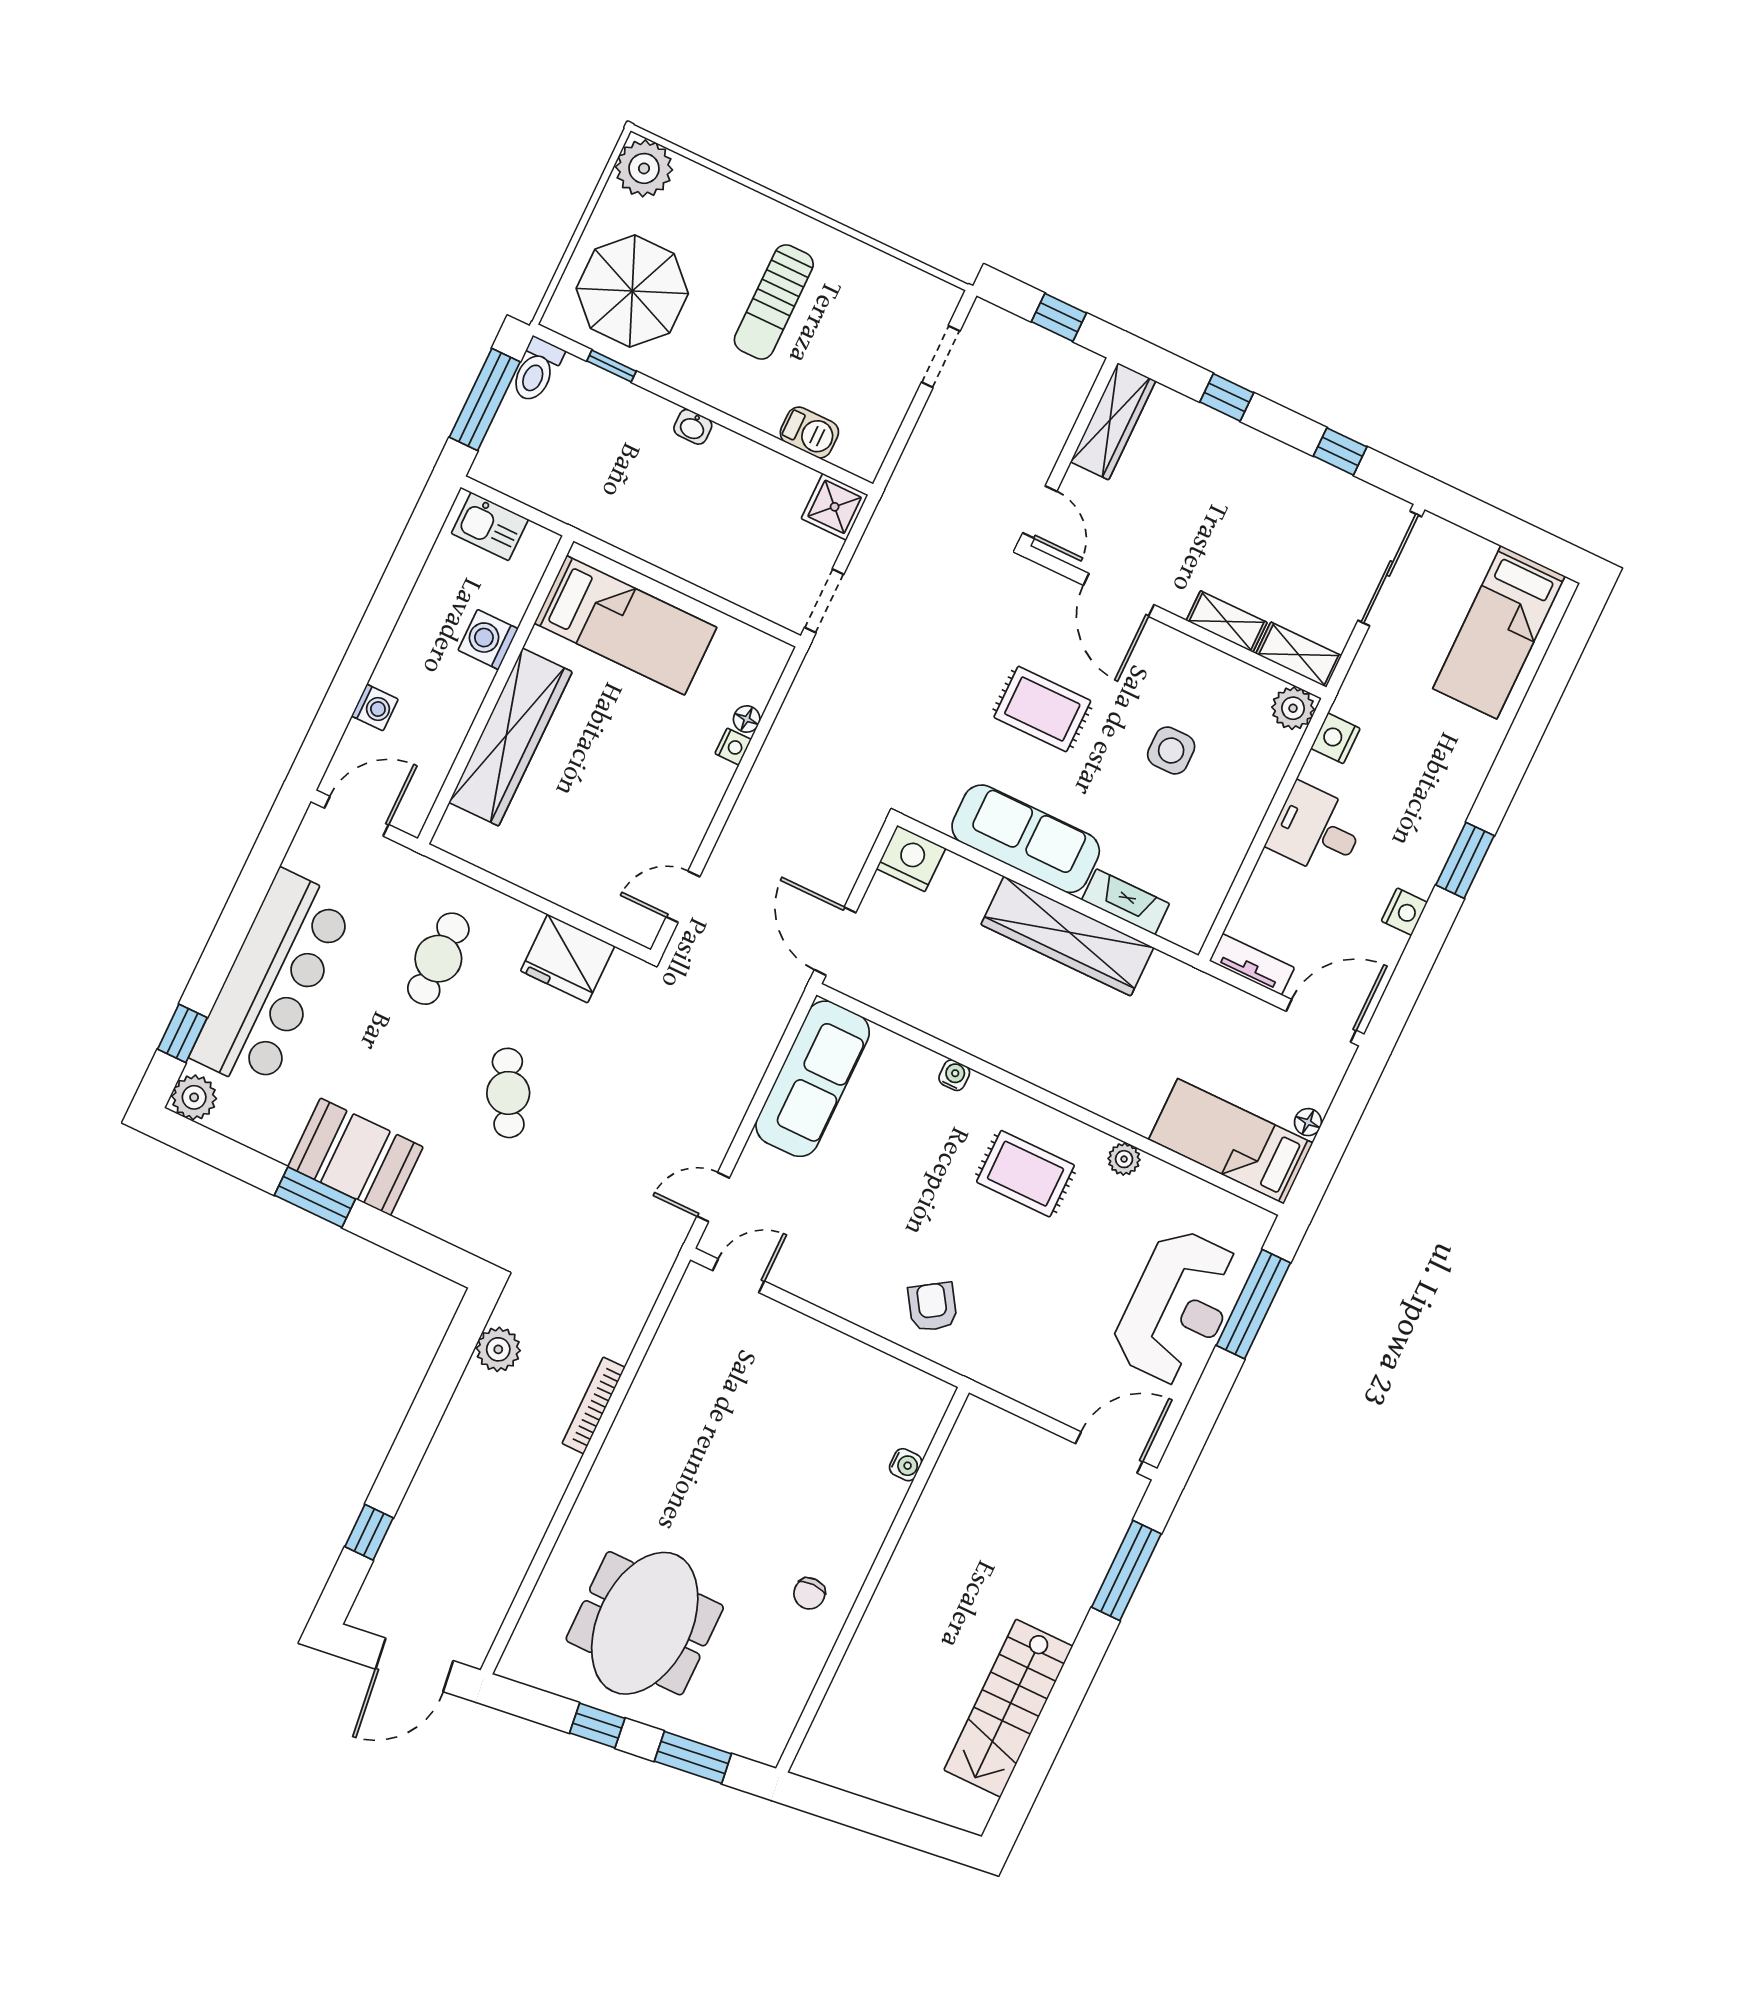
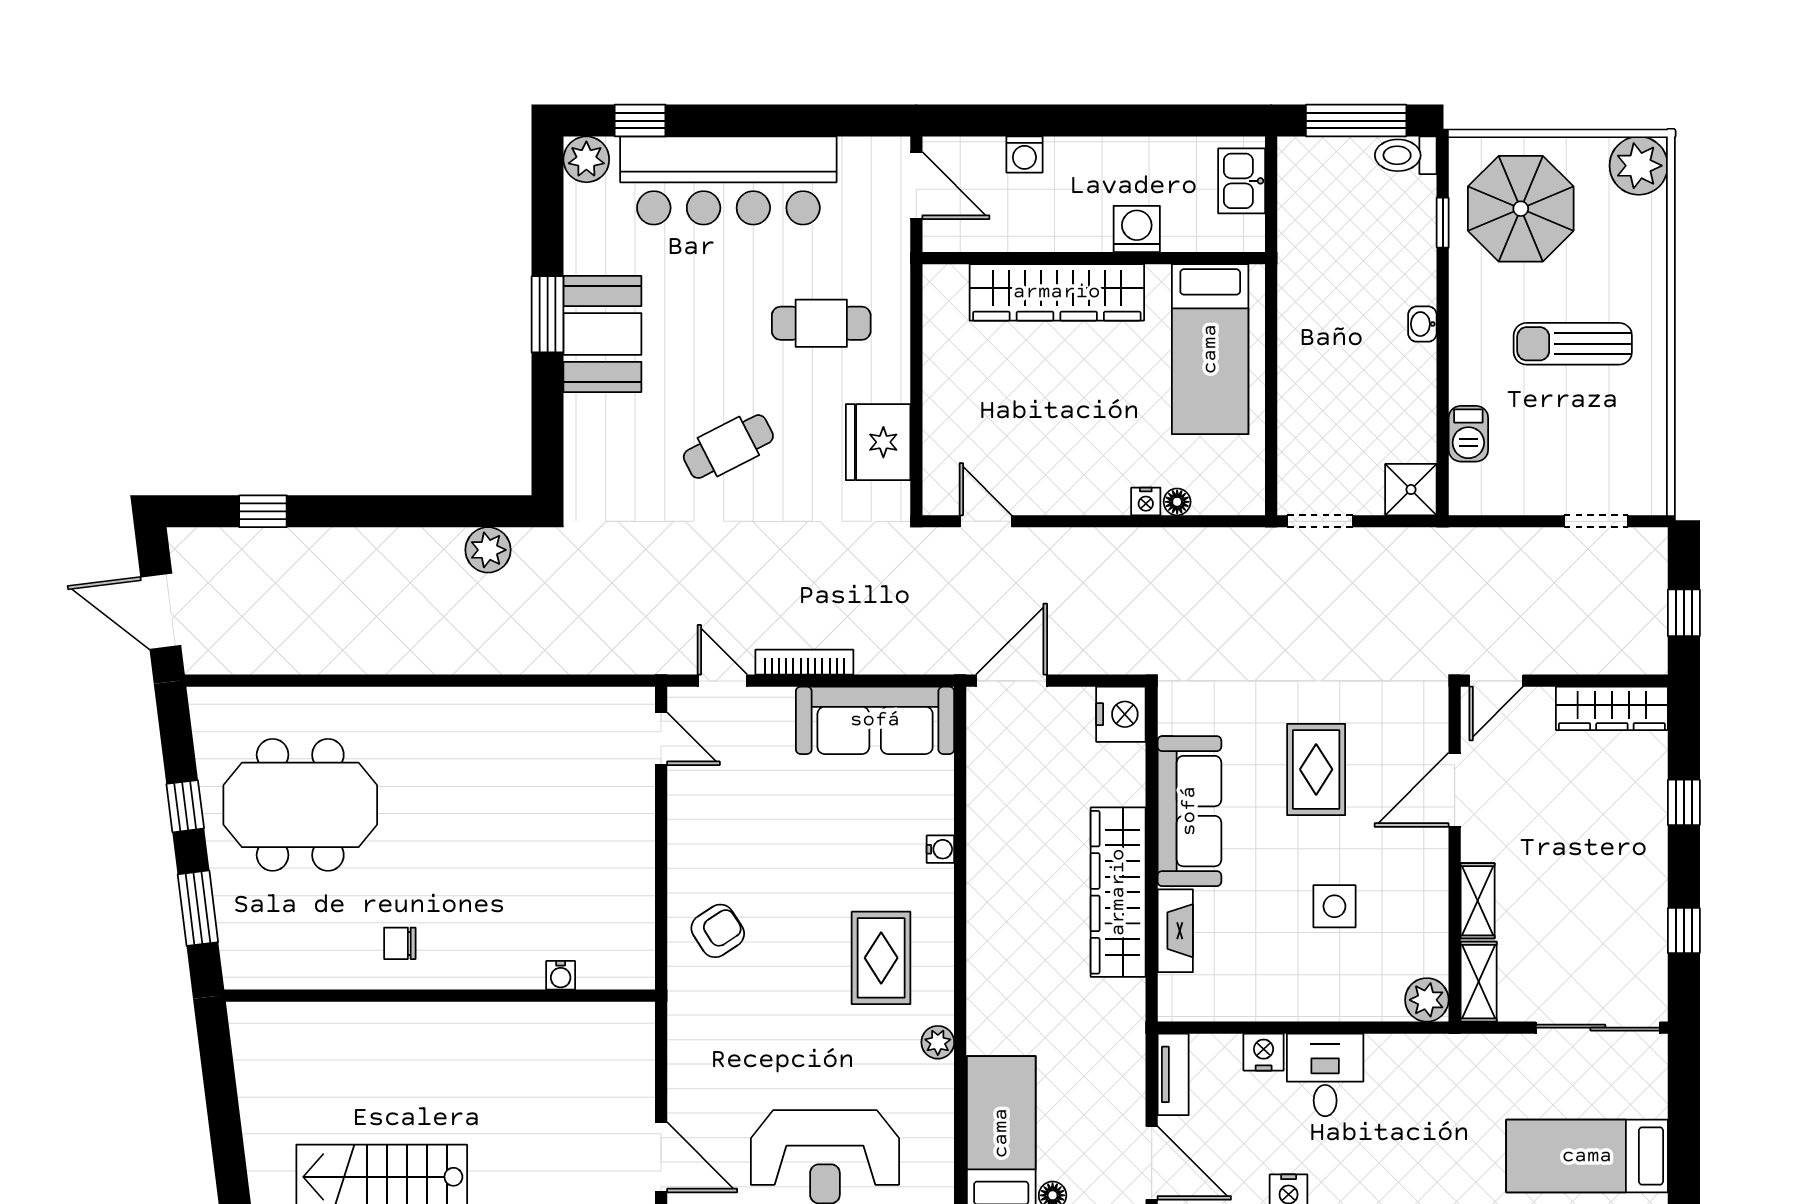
nightstand: (1335, 738) -> (1264, 1052), moved
bookcase: (594, 1405) -> (804, 662), moved

